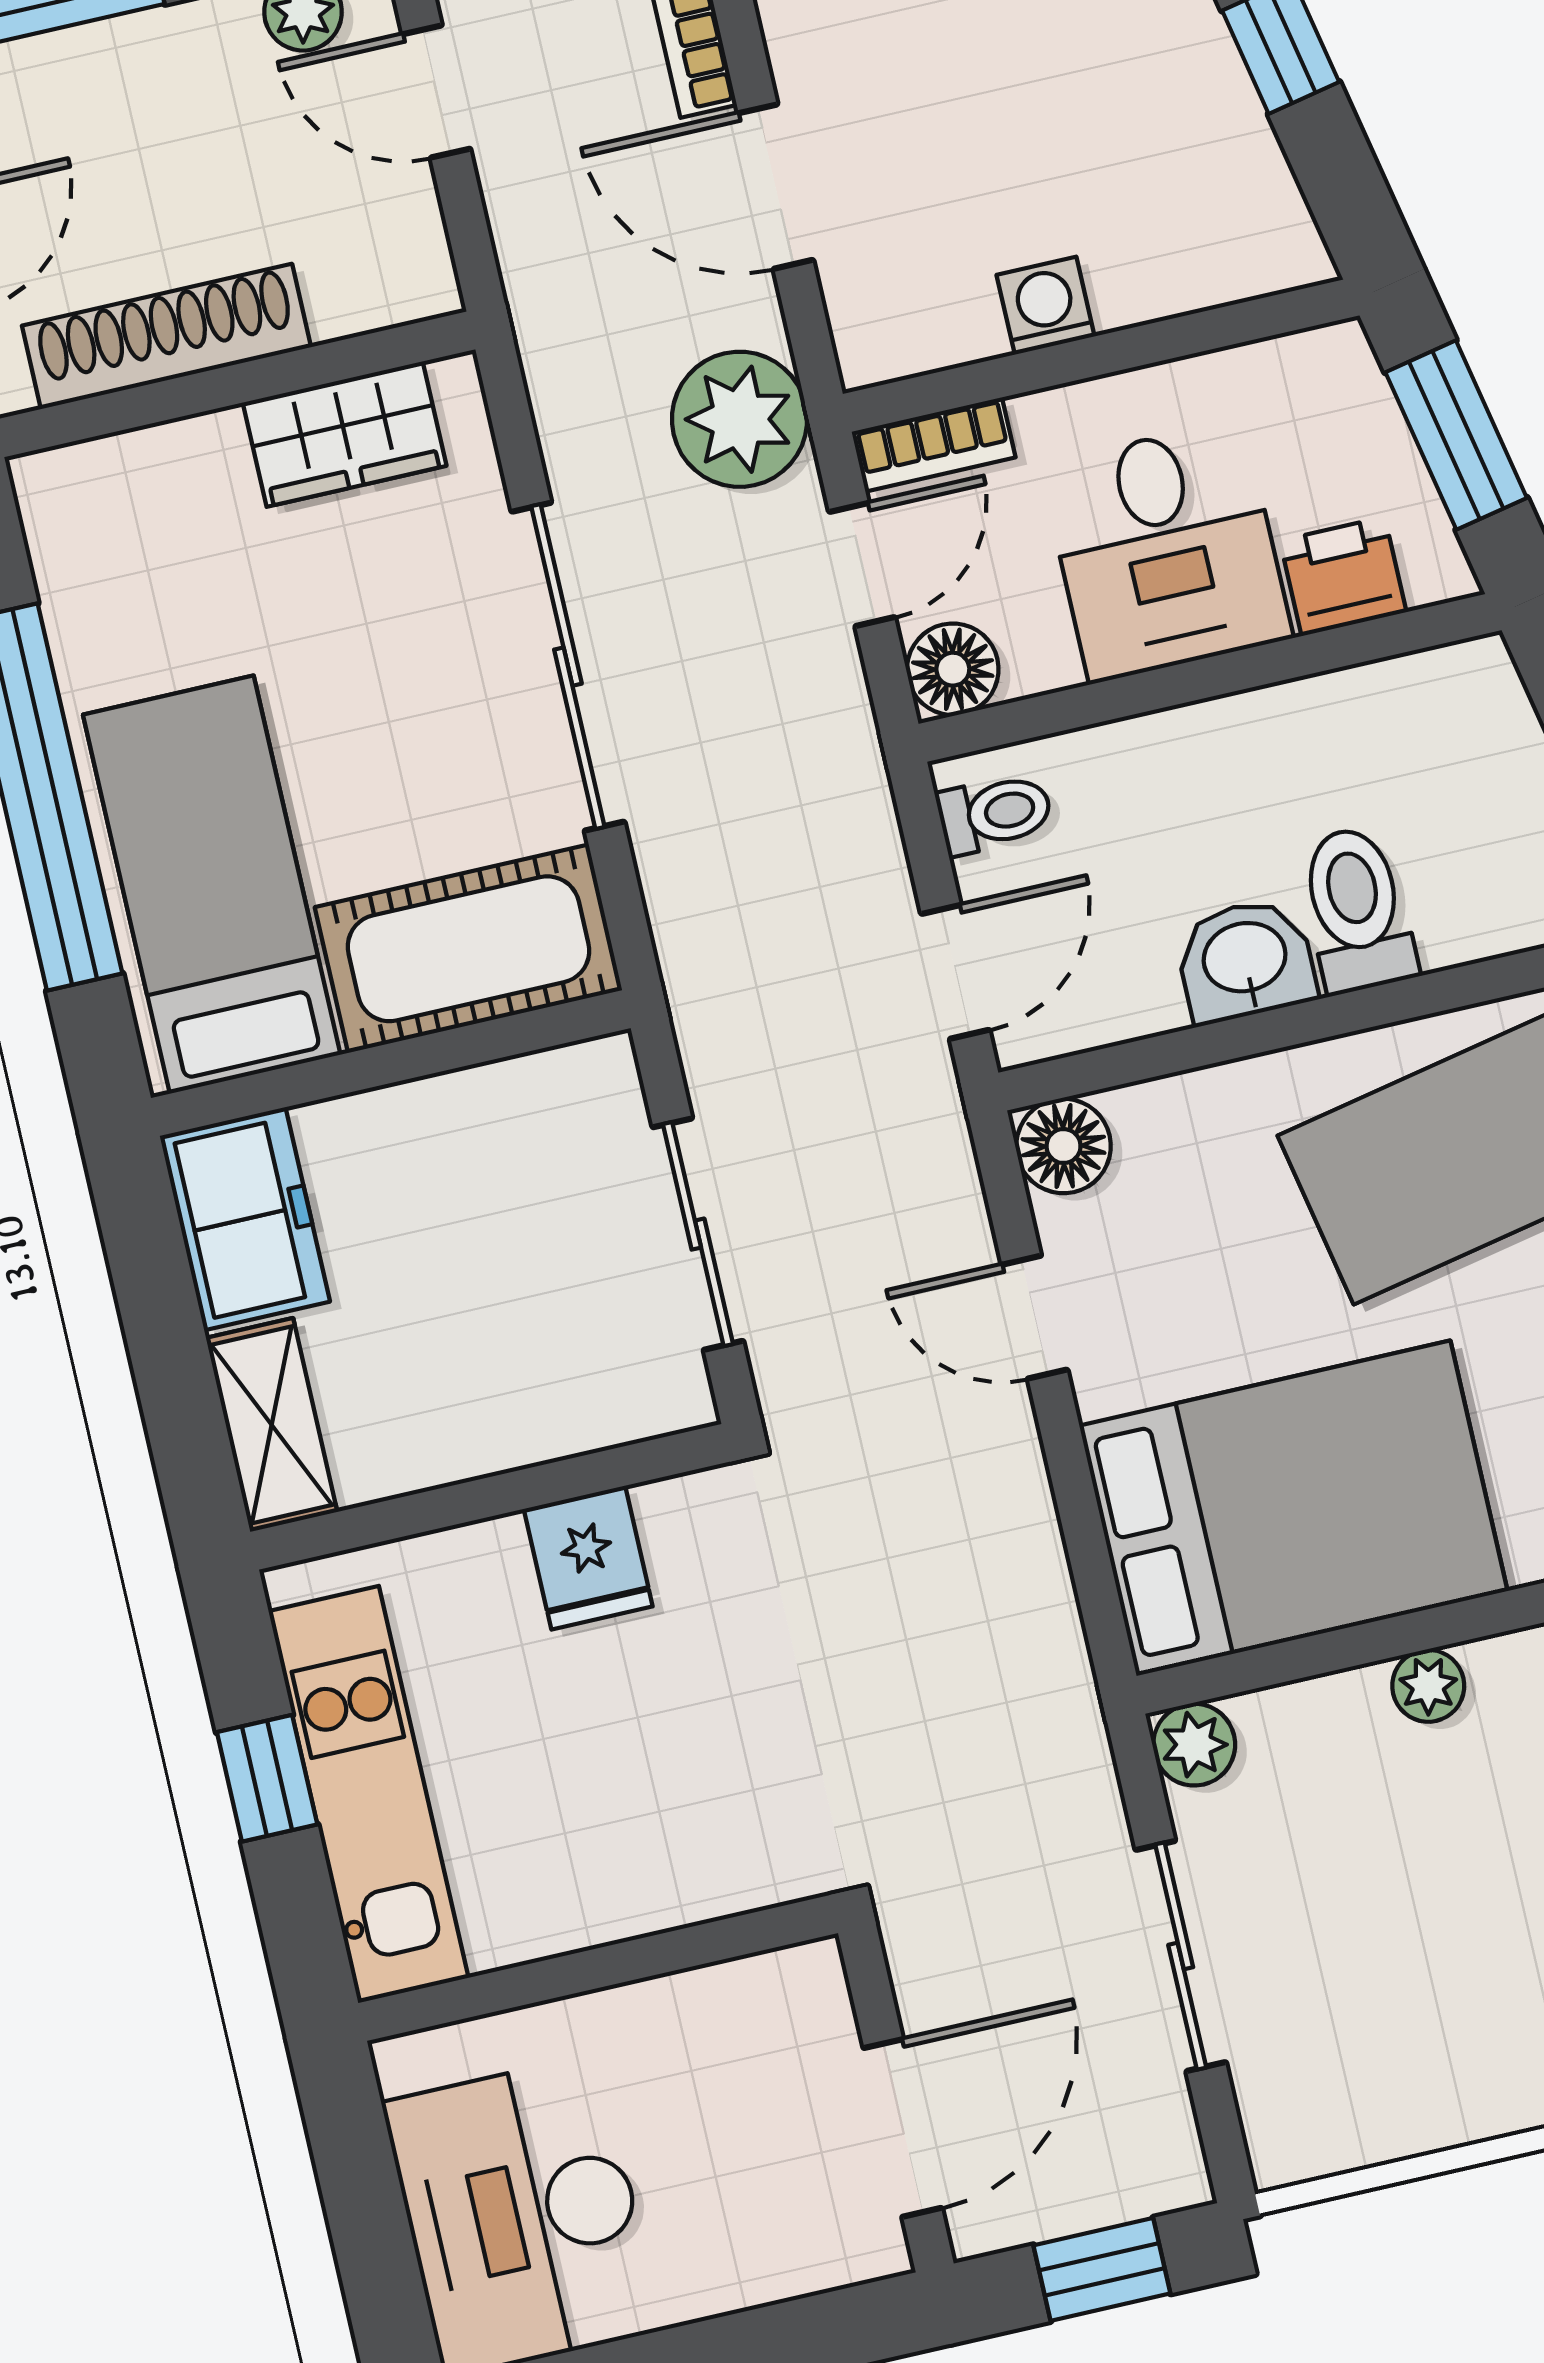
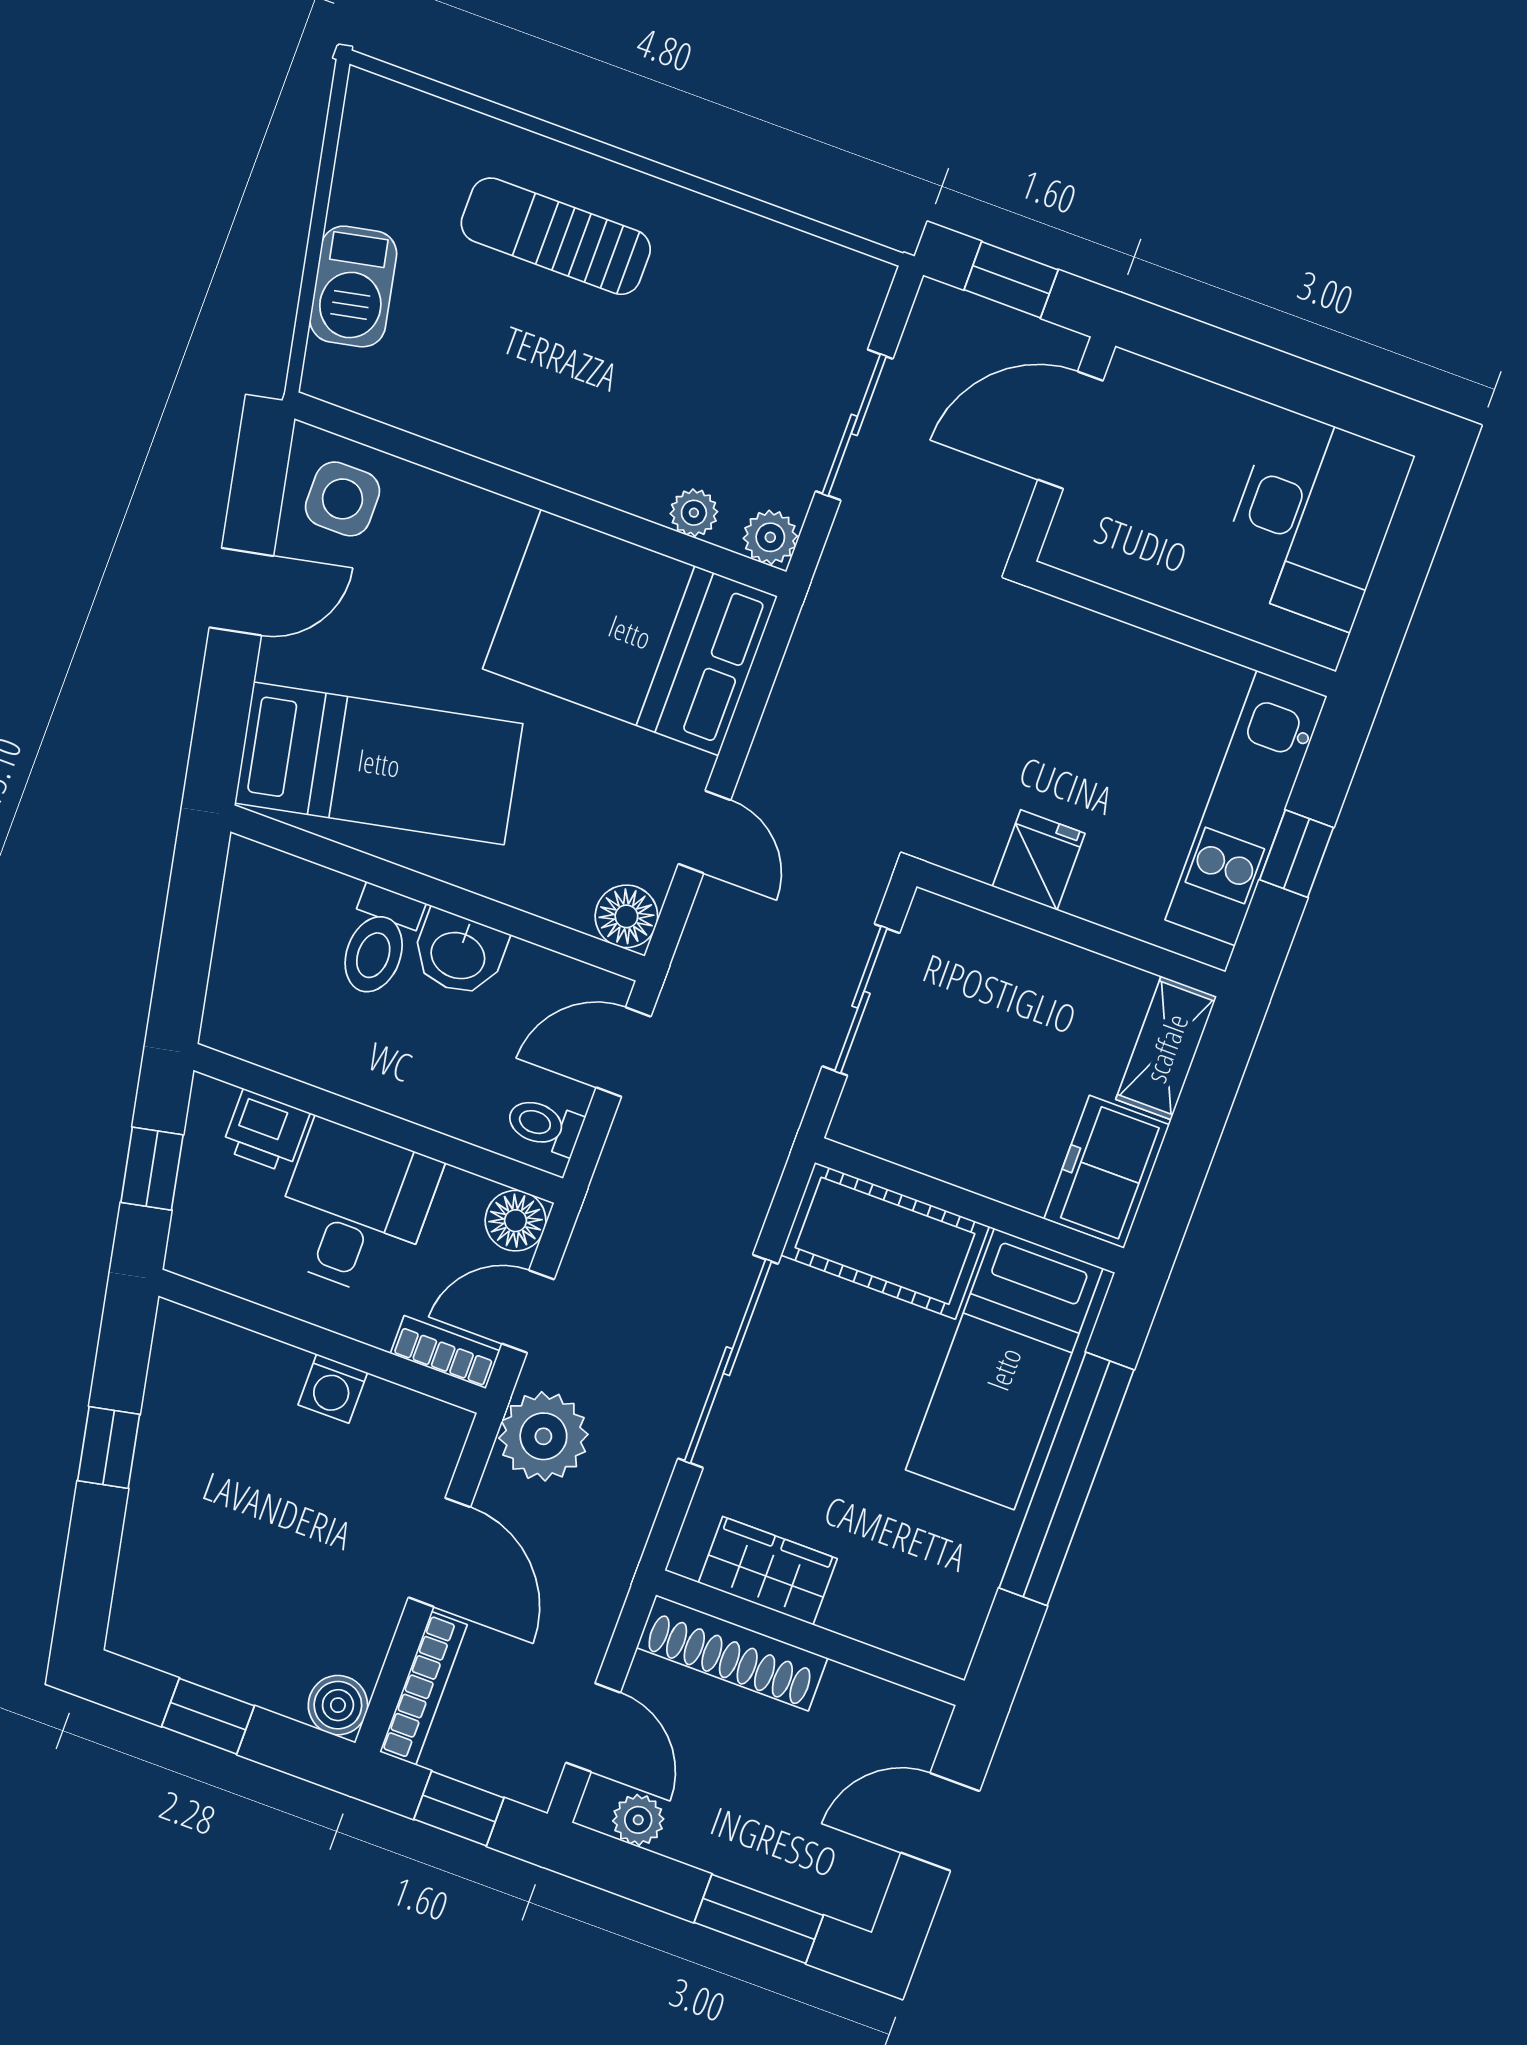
shoe rack: (166, 336) -> (732, 1653), moved
window: (1456, 435) -> (152, 1169), width x0.67
plant: (1428, 1686) -> (694, 513), moved

